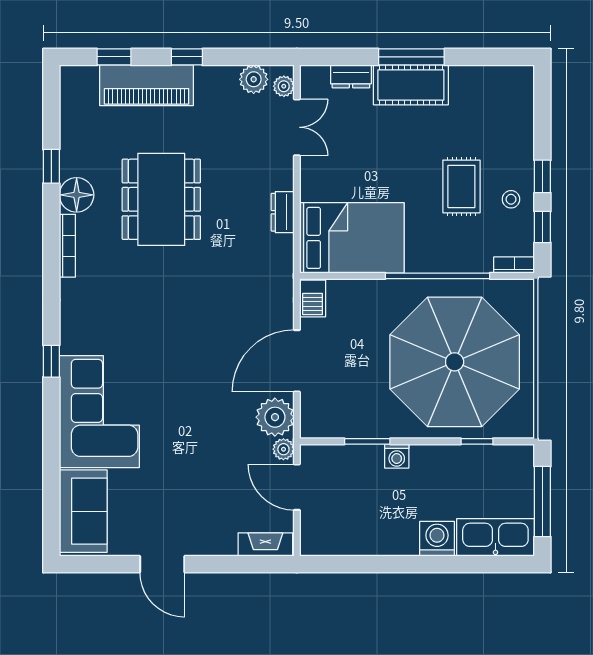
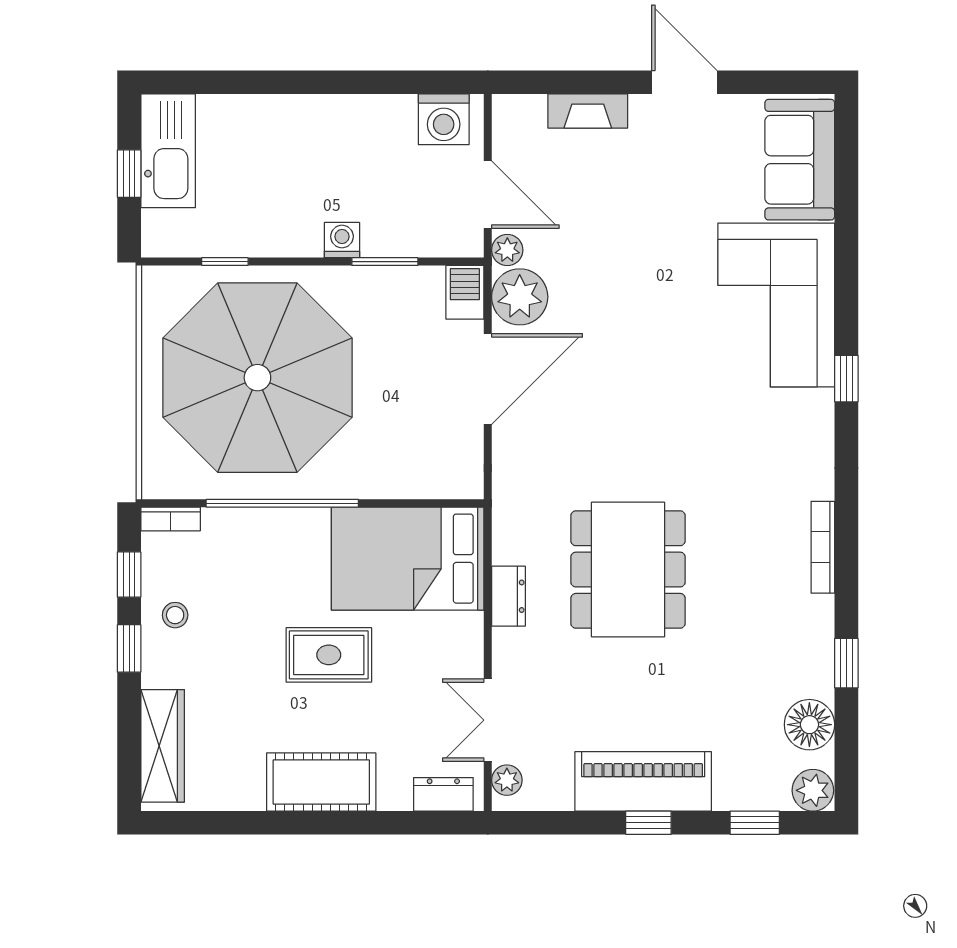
window: (411, 57) -> (320, 823), removed
dresser: (351, 76) -> (443, 794), moved
plant: (254, 79) -> (813, 790), moved
piano: (147, 85) -> (643, 781), moved
wardrobe: (520, 110) -> (163, 746), added
rug: (461, 186) -> (329, 655), moved, turned 90
floor lamp: (77, 195) -> (809, 725), moved
dining table: (161, 199) -> (628, 570), moved
barbecue: (313, 299) -> (465, 292), moved
window: (542, 502) -> (129, 174), width x0.46
kitchen sink: (495, 537) -> (168, 151), moved, turned -90
washing machine: (437, 539) -> (444, 119), moved
fireplace: (265, 544) -> (588, 111), moved

